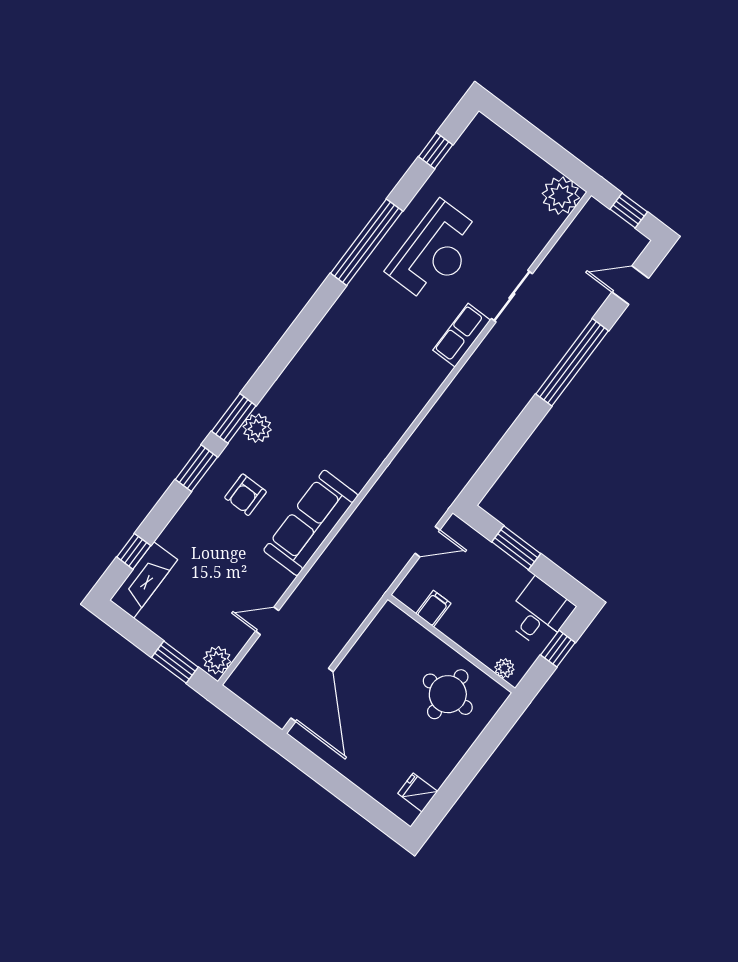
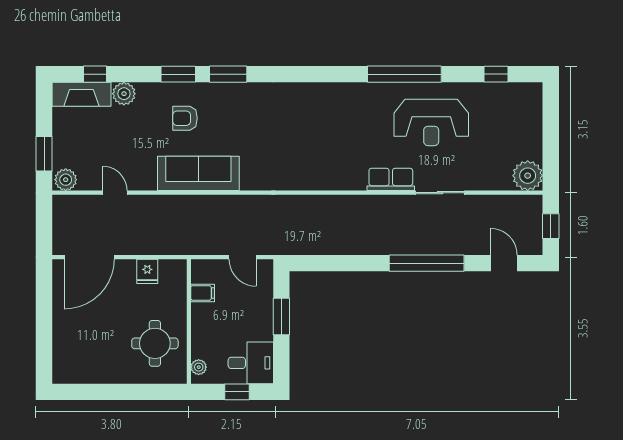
plant: (257, 428) -> (124, 94), moved
fridge: (418, 792) -> (147, 271), moved, turned 180

